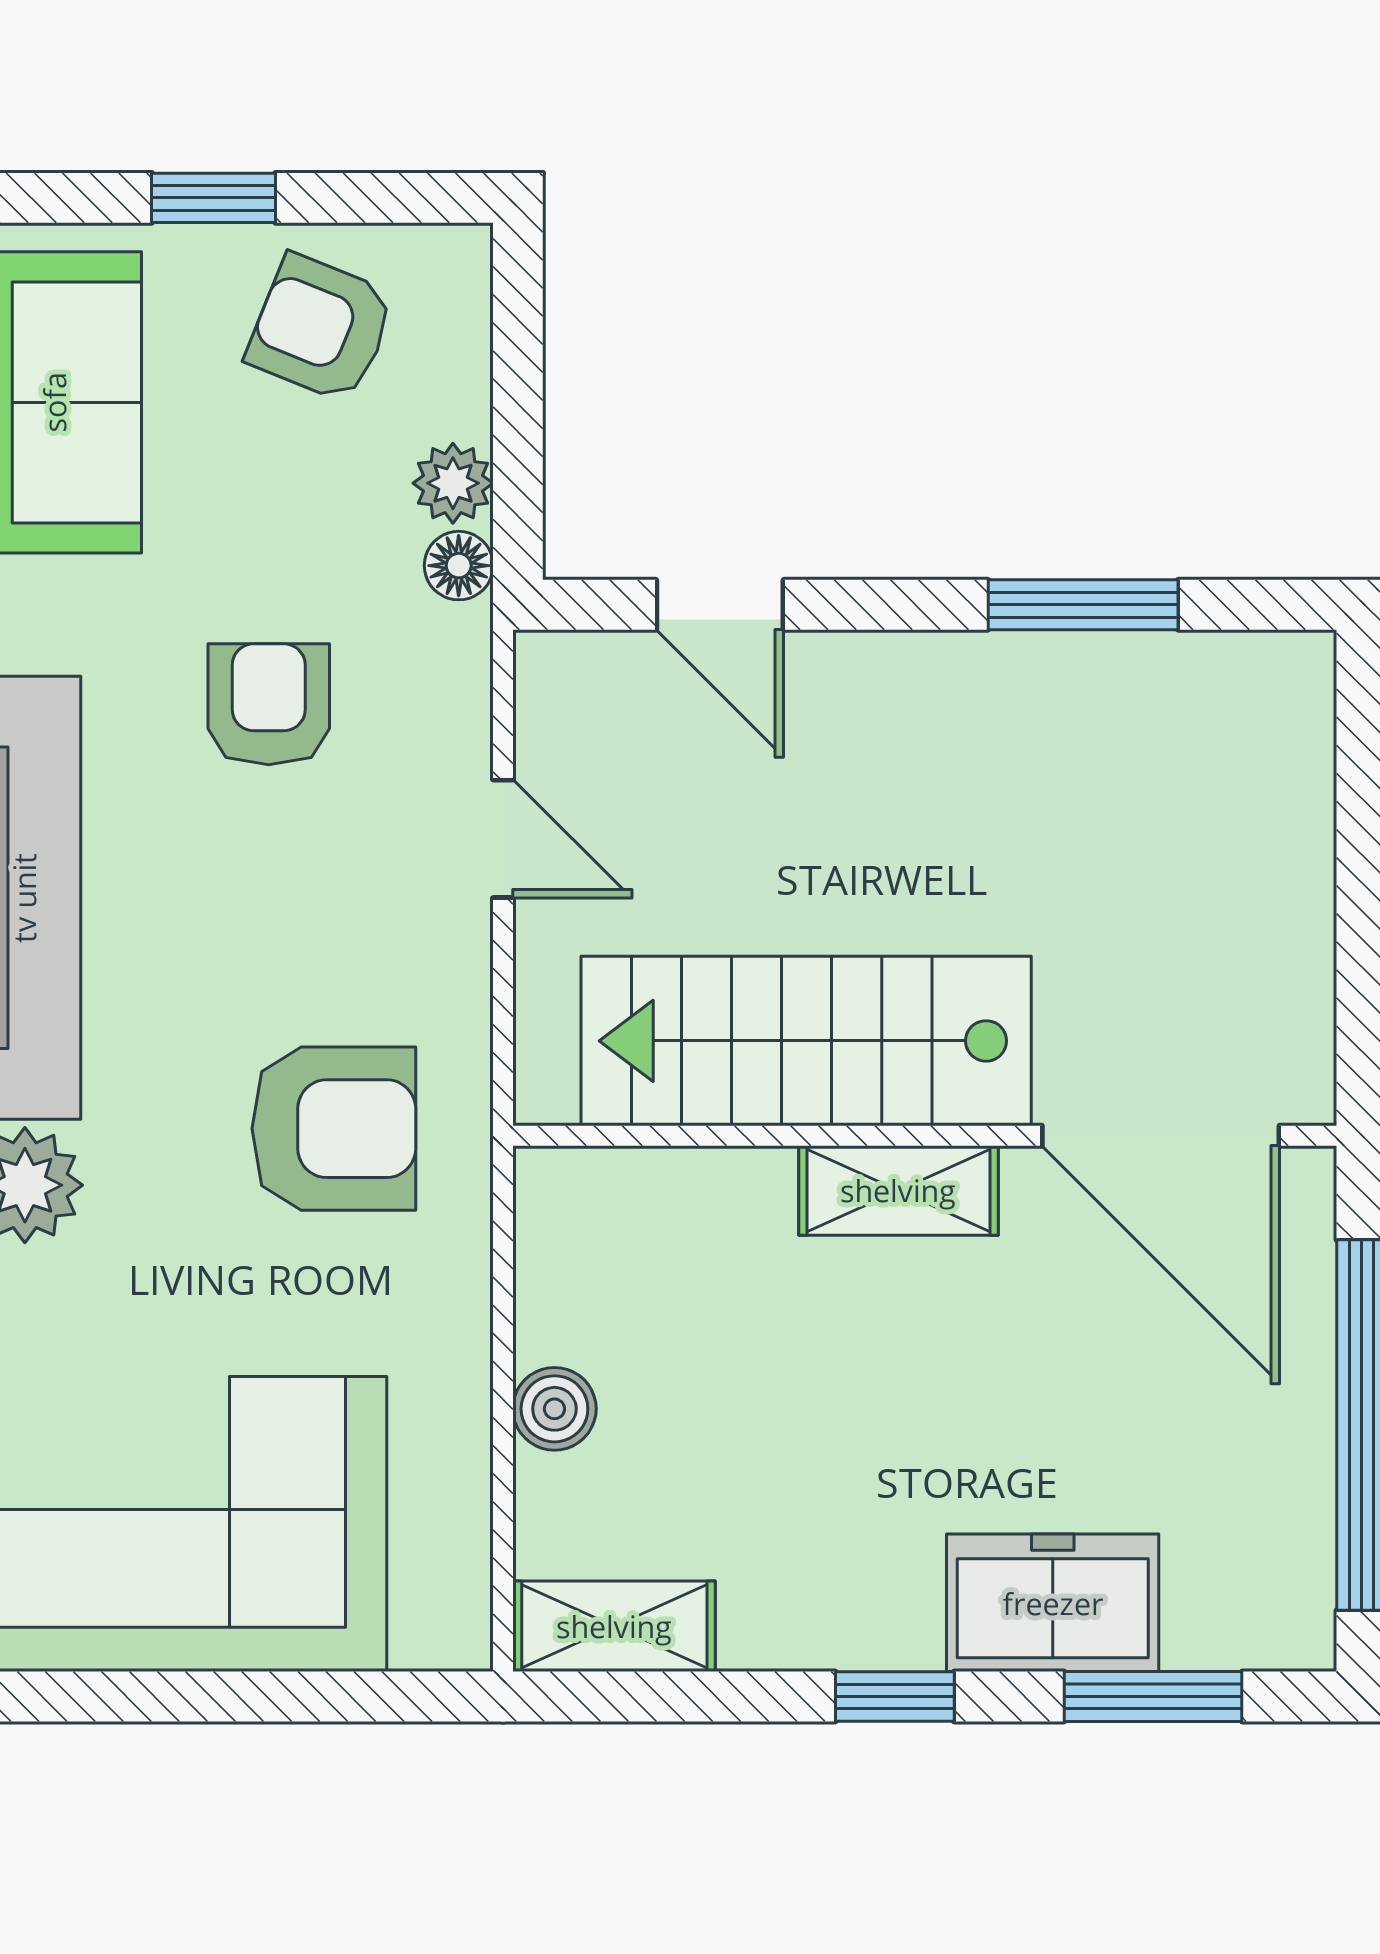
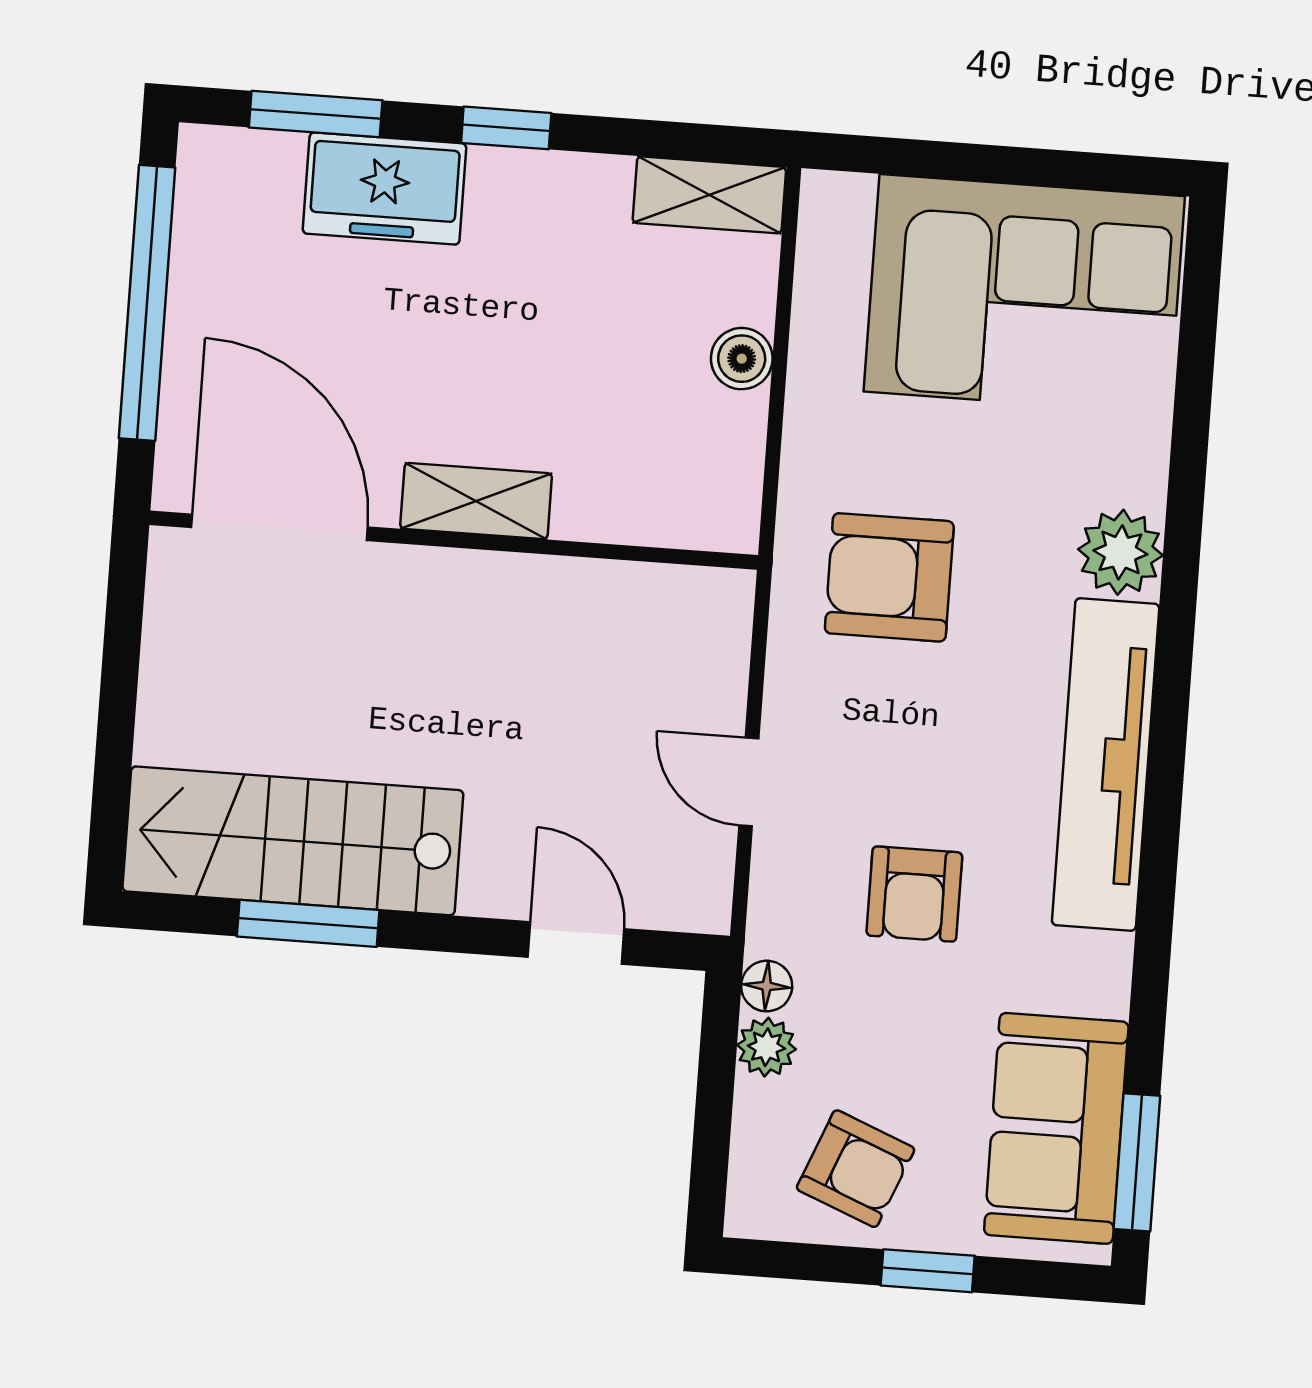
stairs: (806, 1041) -> (293, 841), moved, turned 180

